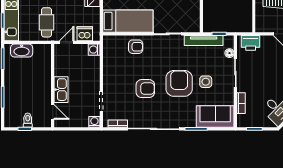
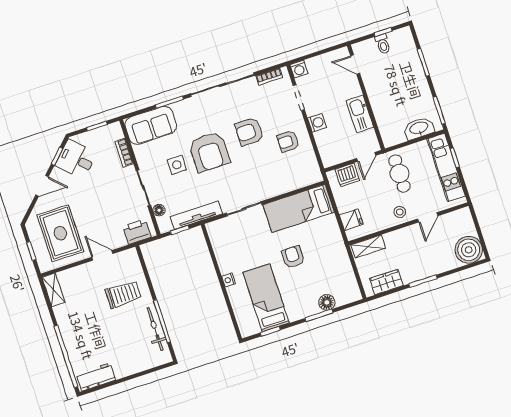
armchair: (136, 47) -> (288, 141), moved
washing machine: (94, 50) -> (317, 123), moved
kitchen sink: (61, 90) -> (360, 114), moved

